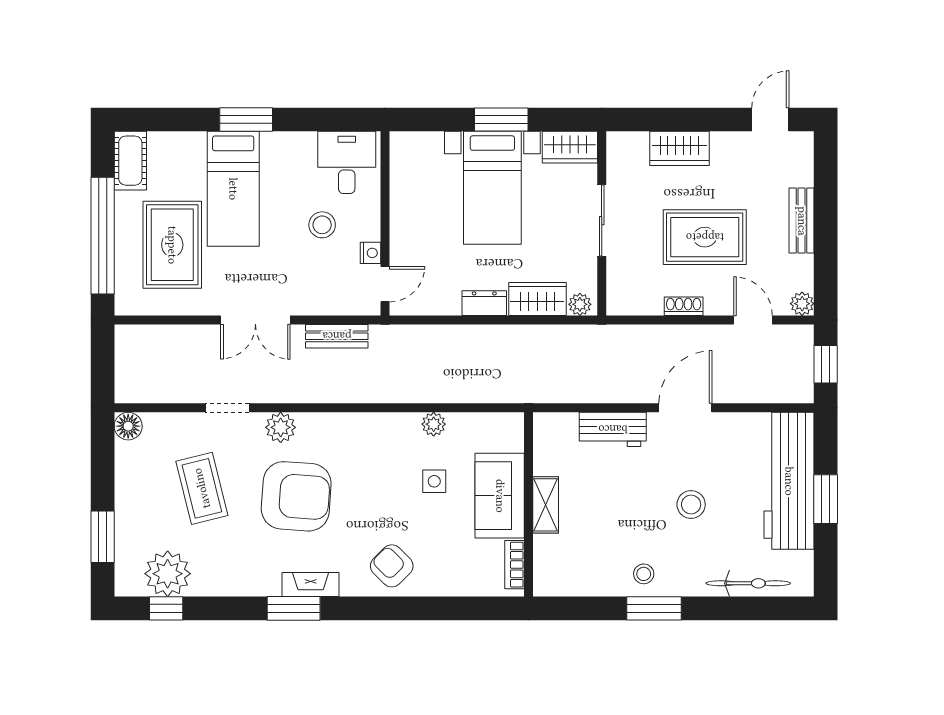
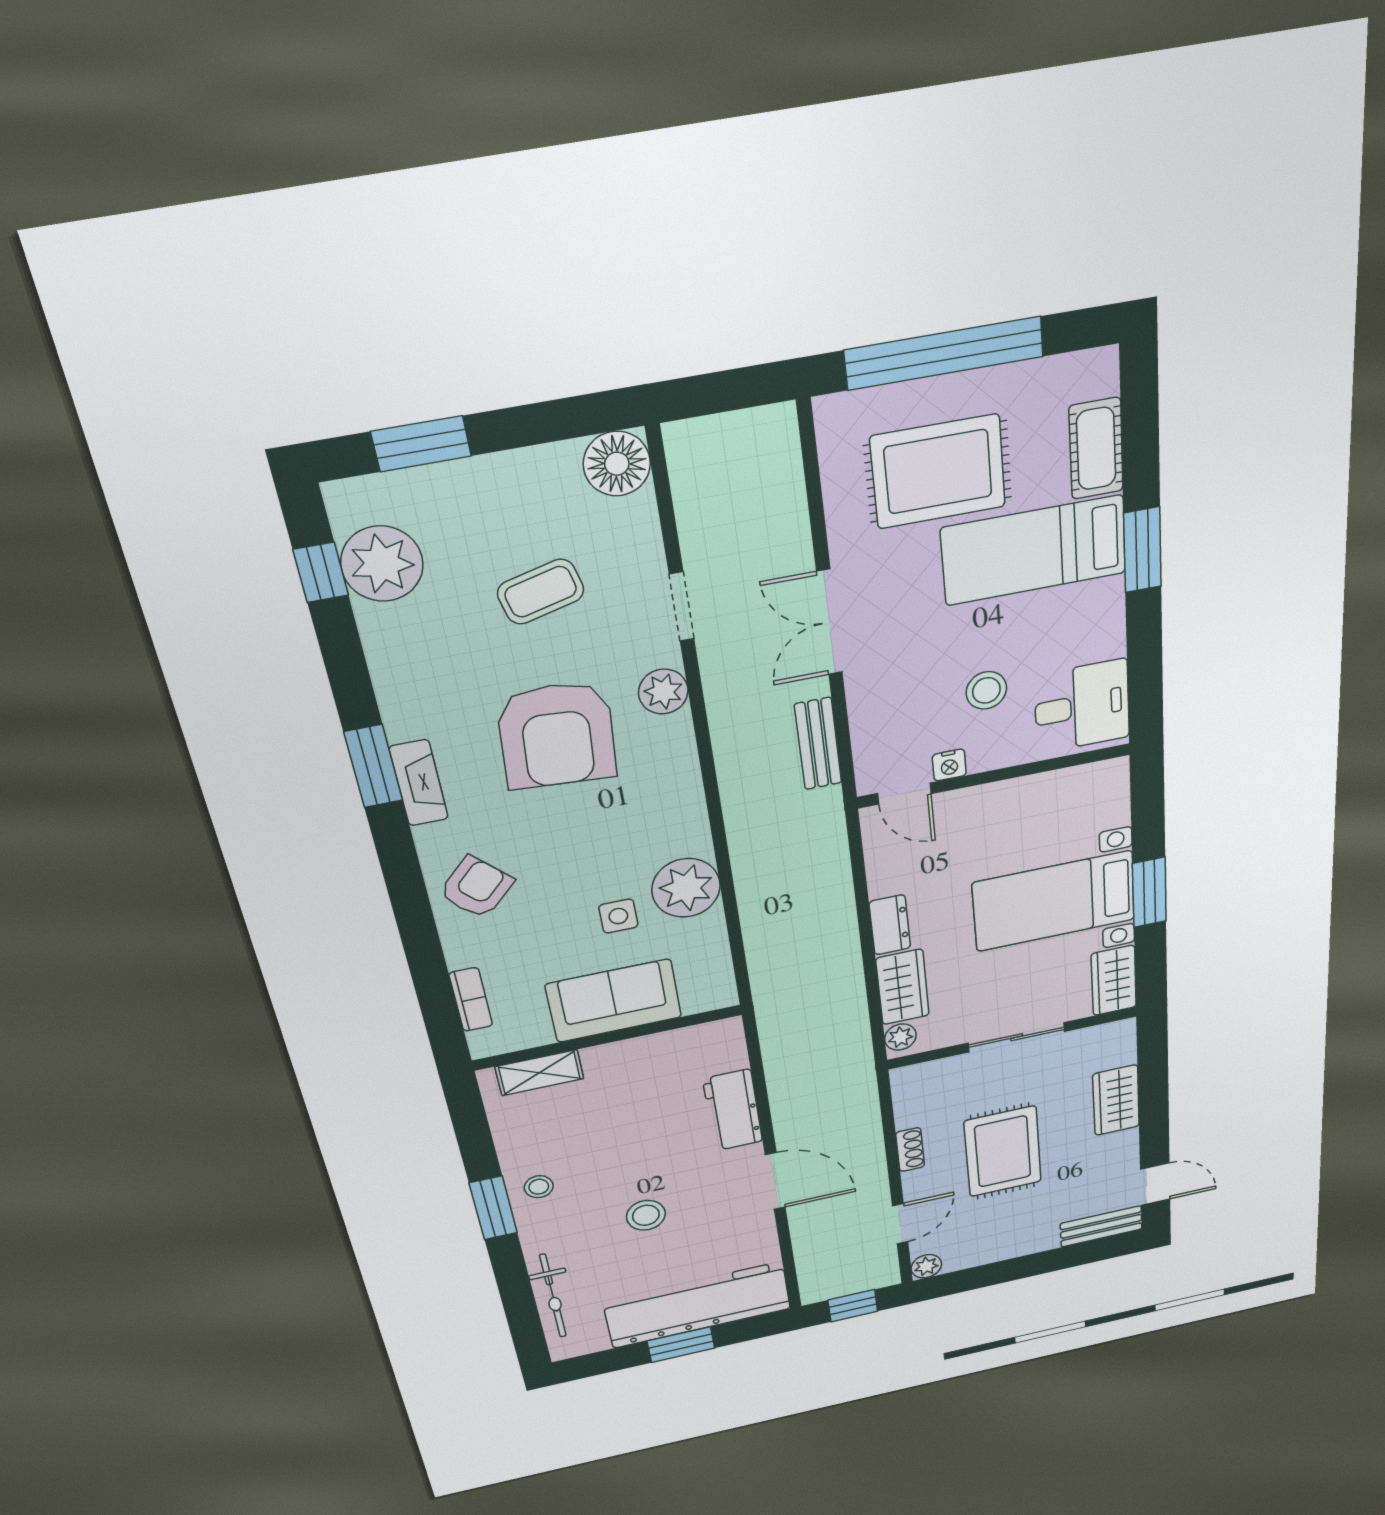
cot: (130, 161) -> (1096, 449), moved, turned 90
bench: (802, 221) -> (1101, 1226), moved
plant: (434, 424) -> (686, 888), width x1.87, depth x1.87
floor lamp: (128, 426) -> (617, 464), width x1.38, depth x1.38
coffee table: (202, 488) -> (541, 592), width x0.73, depth x0.77
shelving: (546, 505) -> (539, 1073), moved
bookcase: (514, 565) -> (471, 999), moved, turned 90

